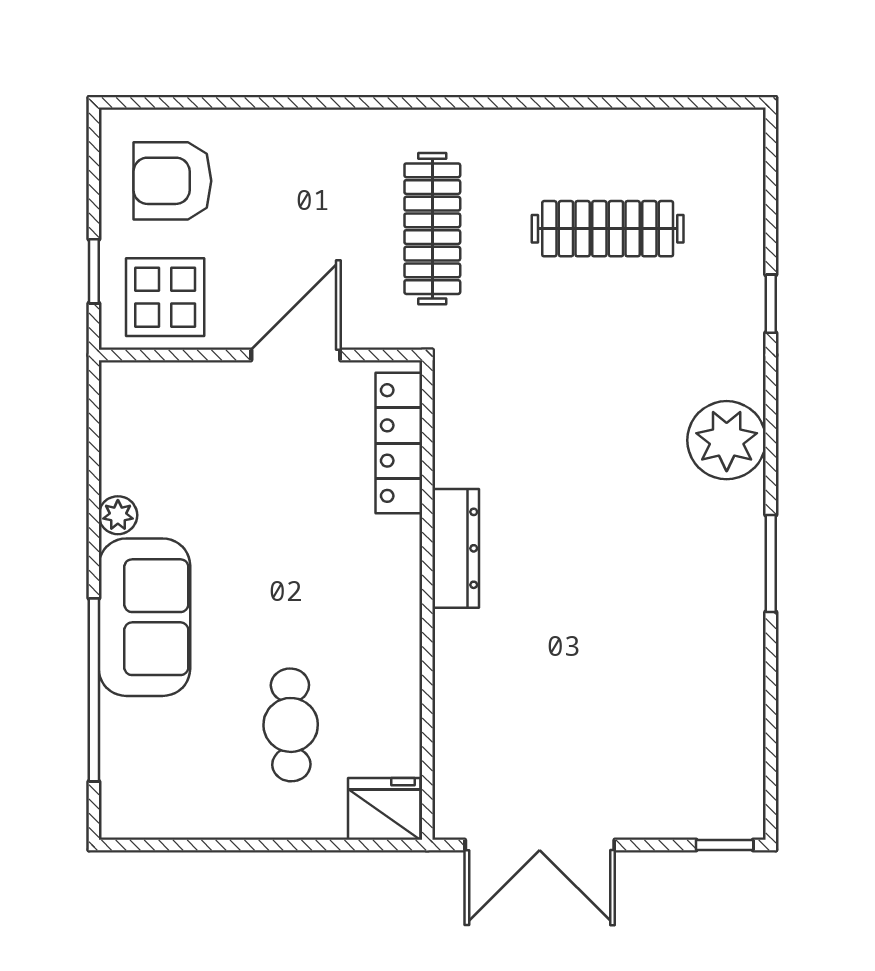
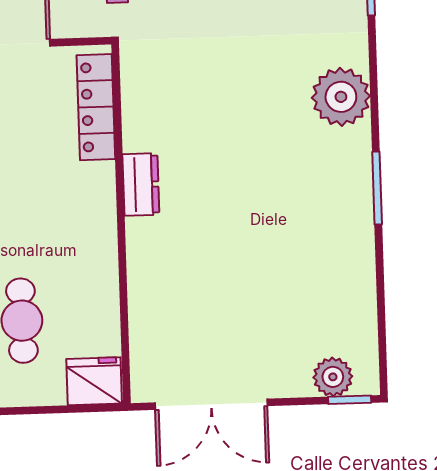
dresser: (456, 548) -> (141, 184), width x0.70
plant: (703, 814) -> (333, 377), added

